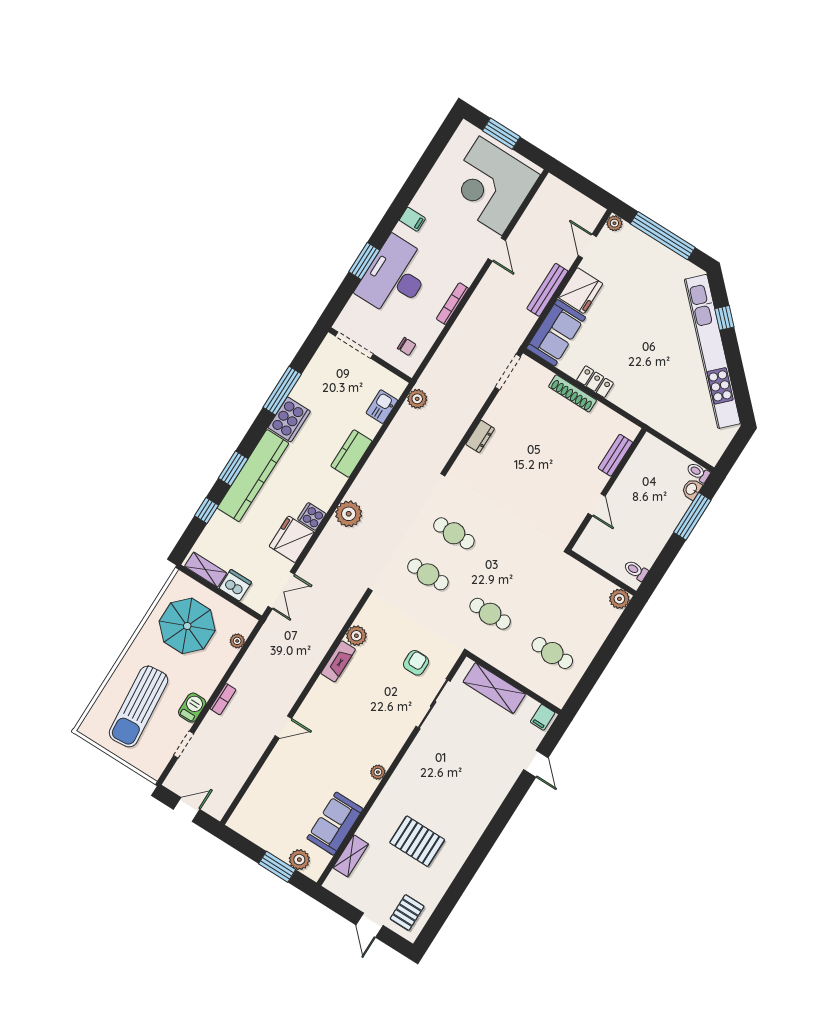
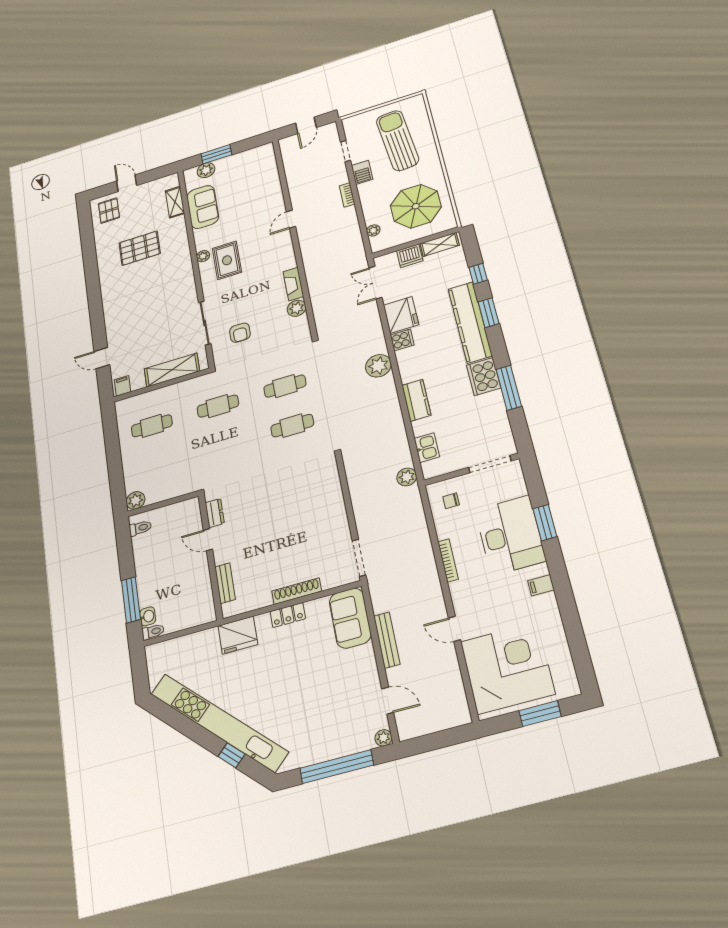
fridge: (581, 291) -> (238, 635), moved, turned -90
dresser: (480, 436) -> (215, 513), moved, turned 180
rug: (364, 745) -> (227, 260), added

